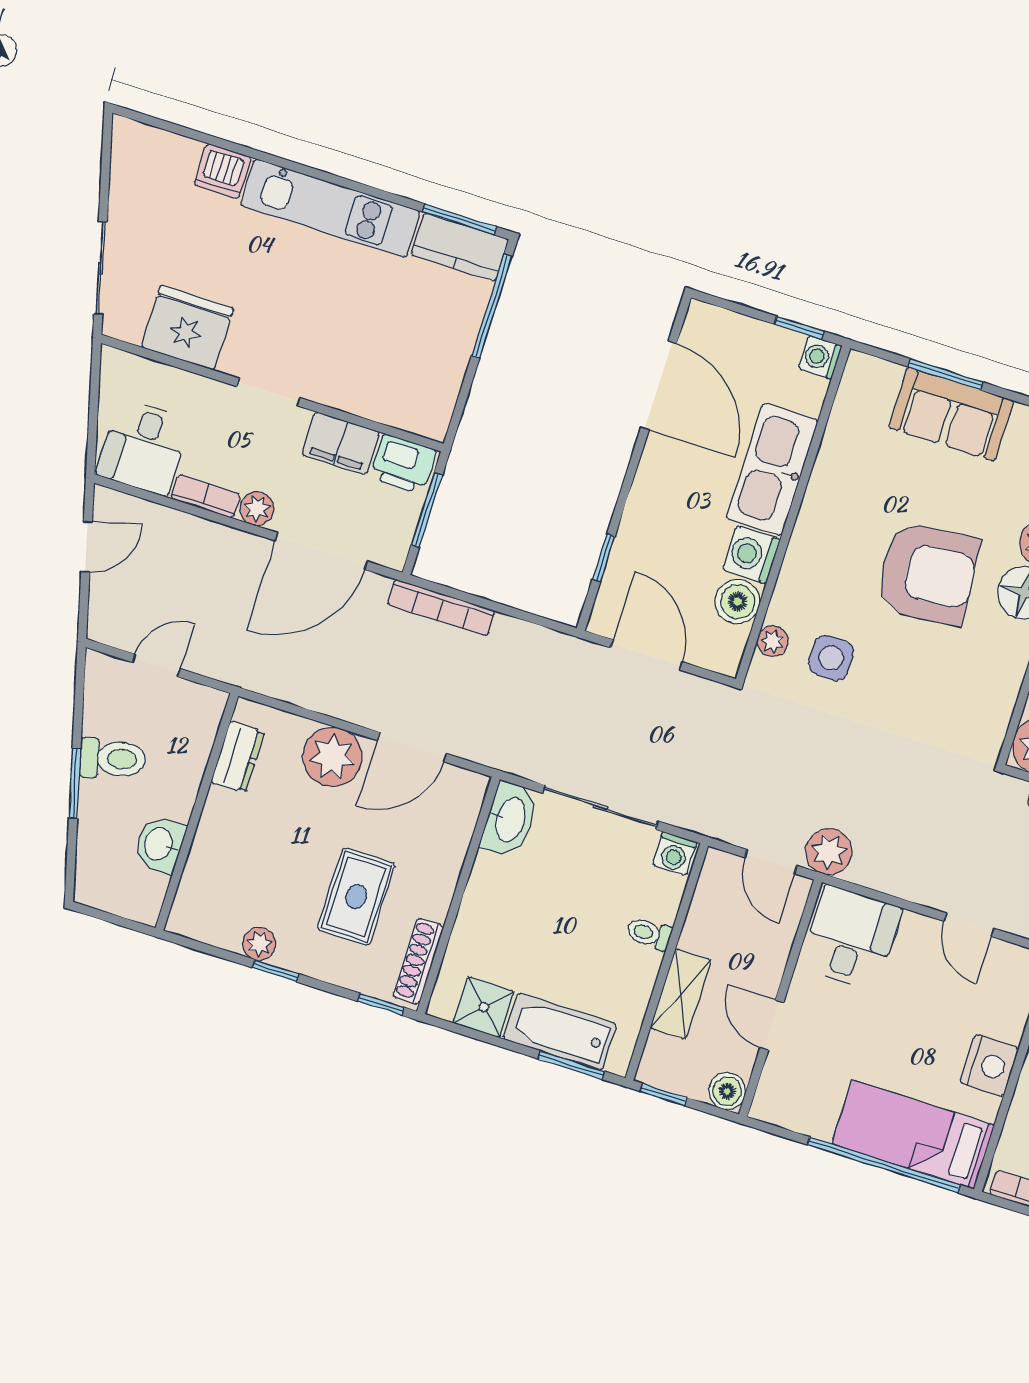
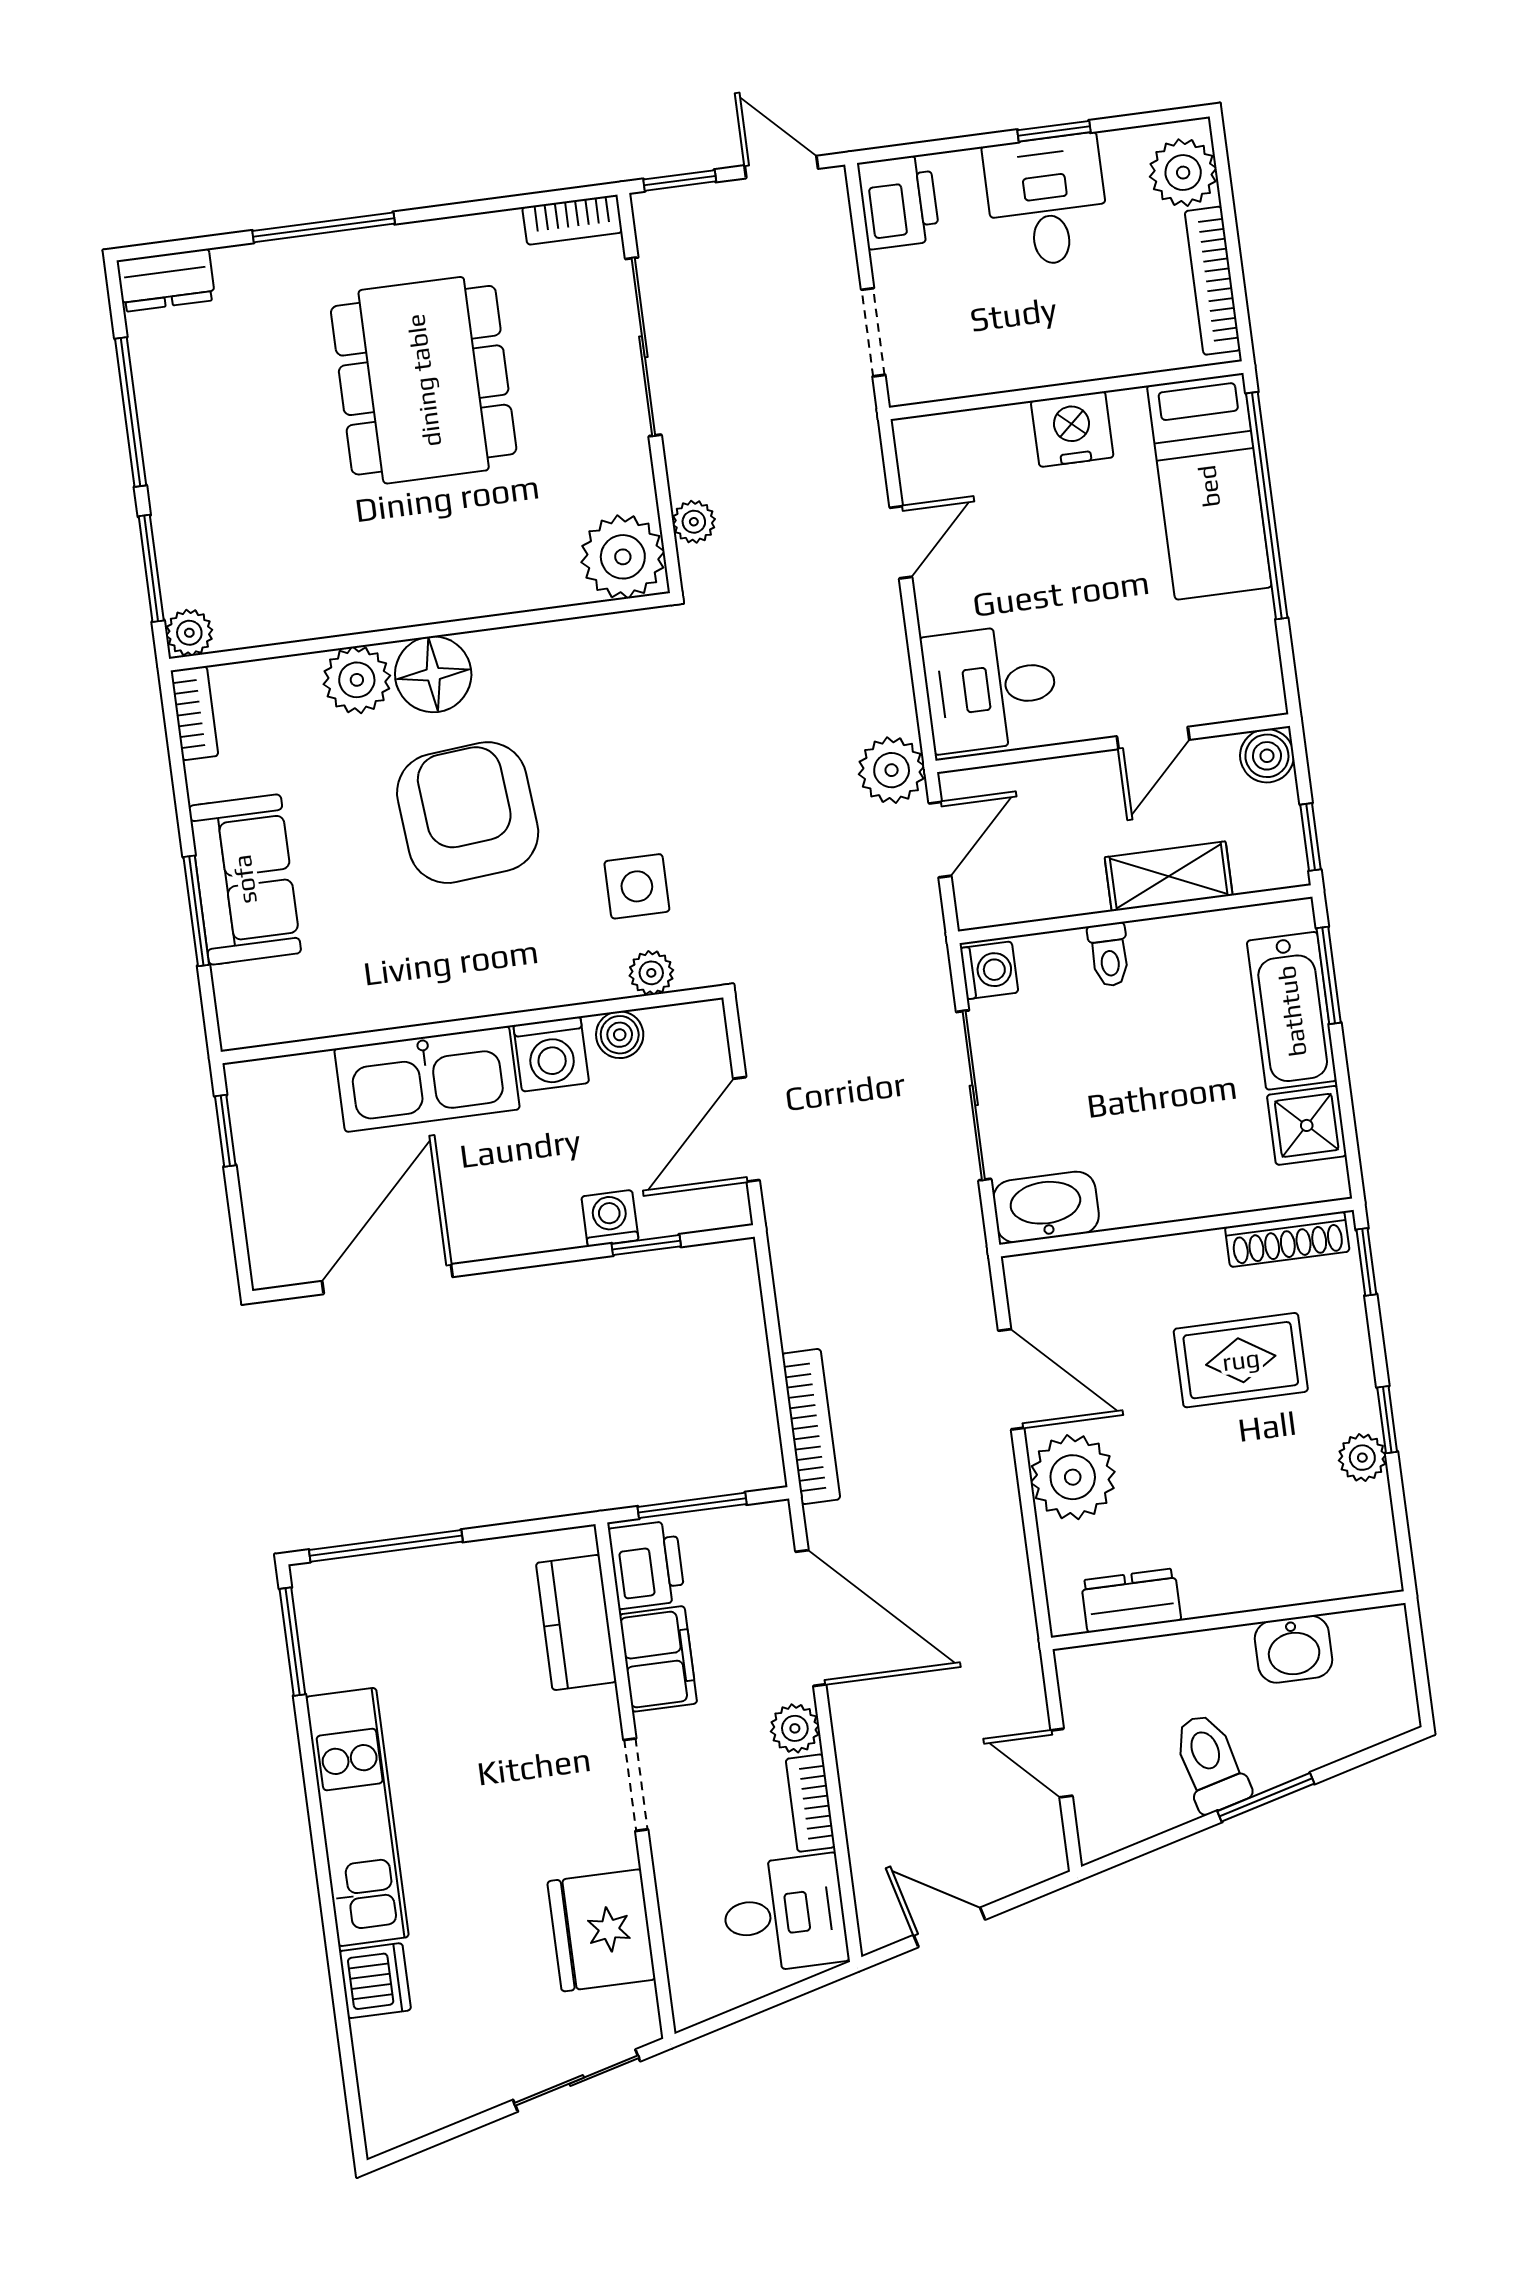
kitchen counter: (460, 247) -> (576, 1622), moved, turned 180
washing machine: (820, 357) -> (610, 1218), moved, turned 180
boiler: (738, 601) -> (620, 1035), width x0.73, depth x0.73

